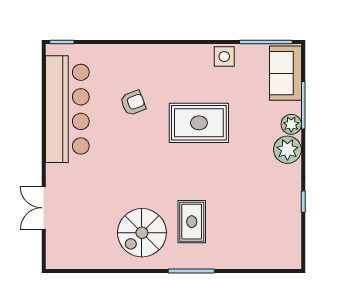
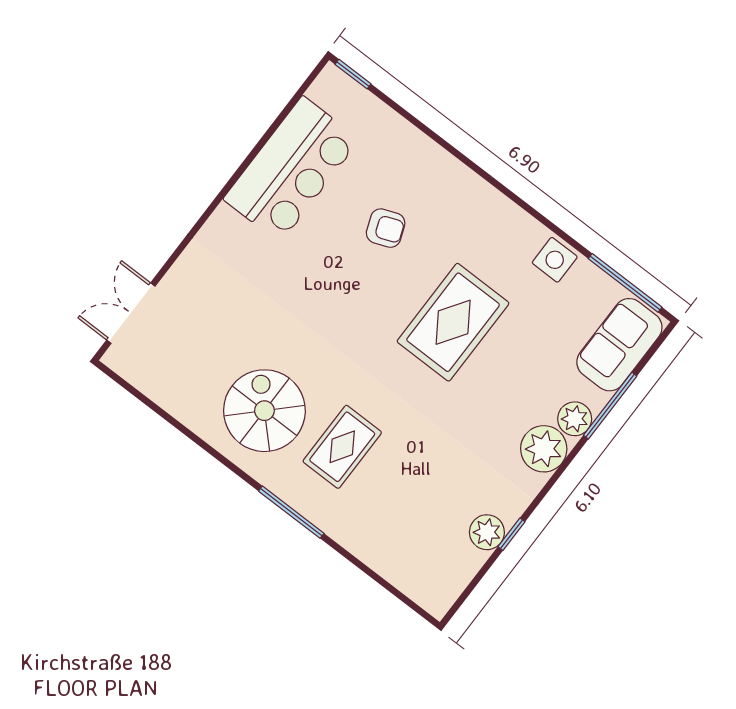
bar counter: (67, 109) -> (291, 169), width x0.73
rug: (199, 123) -> (453, 322), turned 90
double door: (44, 208) -> (131, 313), moved
plant: (291, 210) -> (487, 532), added
spiral stairs: (142, 233) -> (264, 411), turned 90

